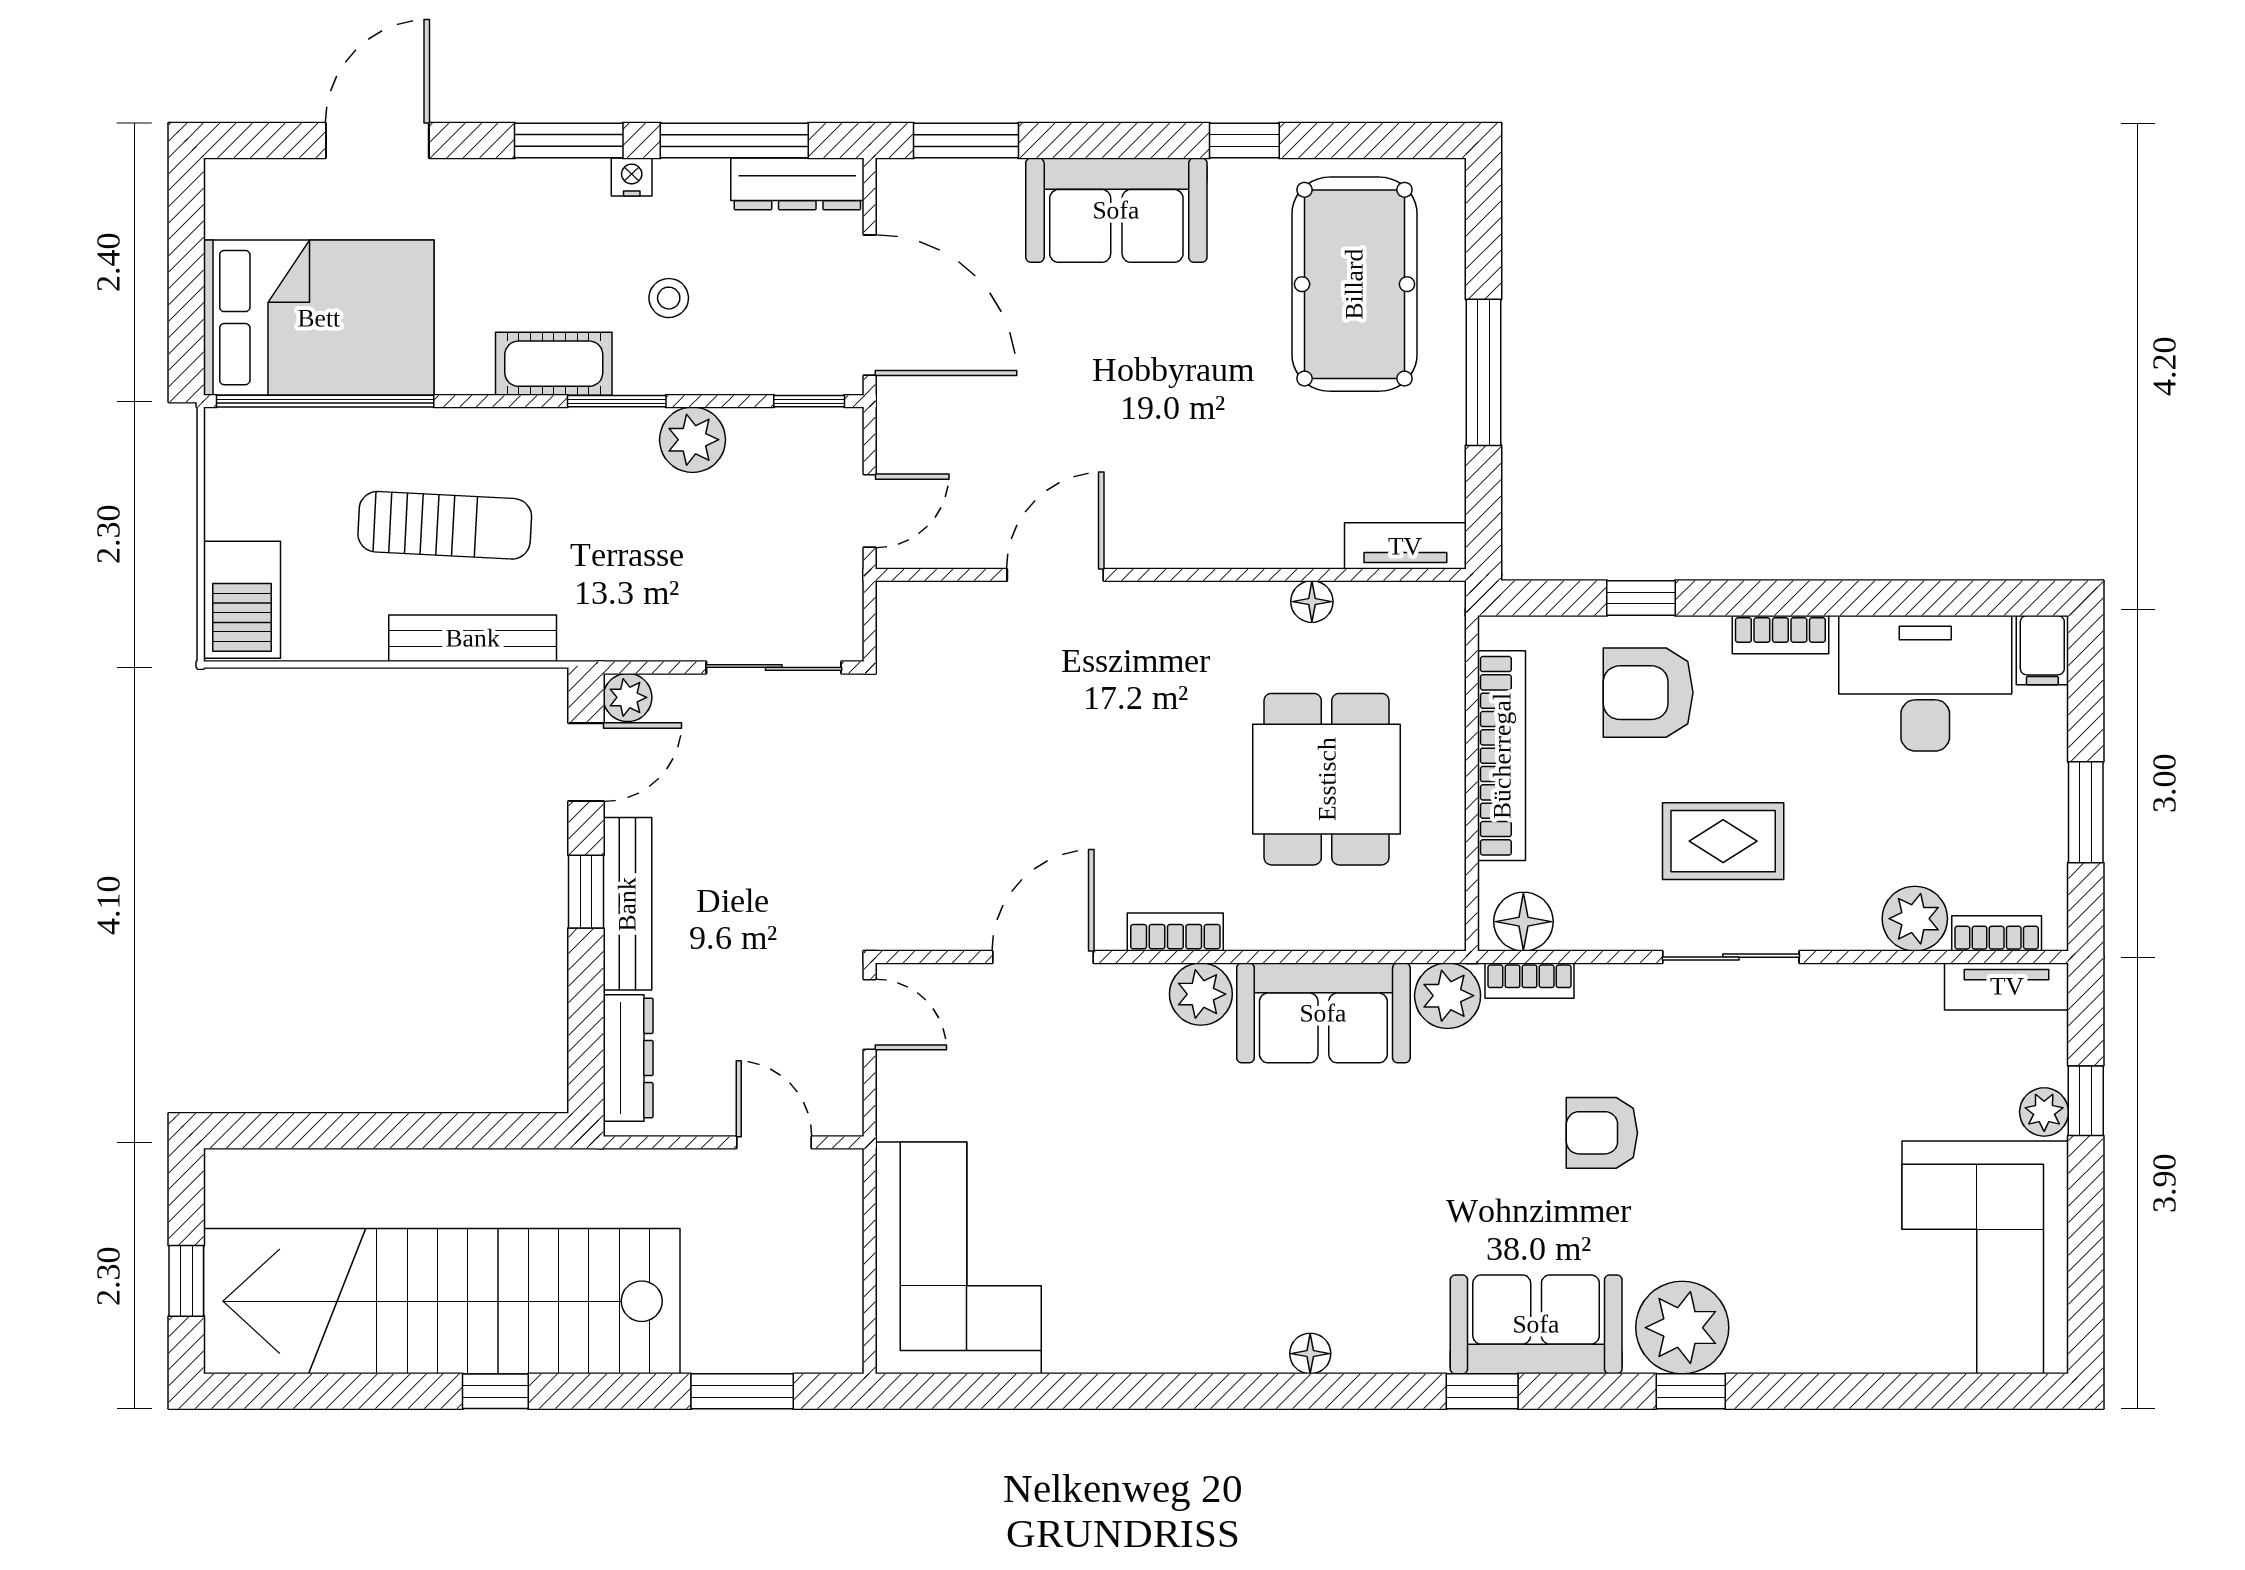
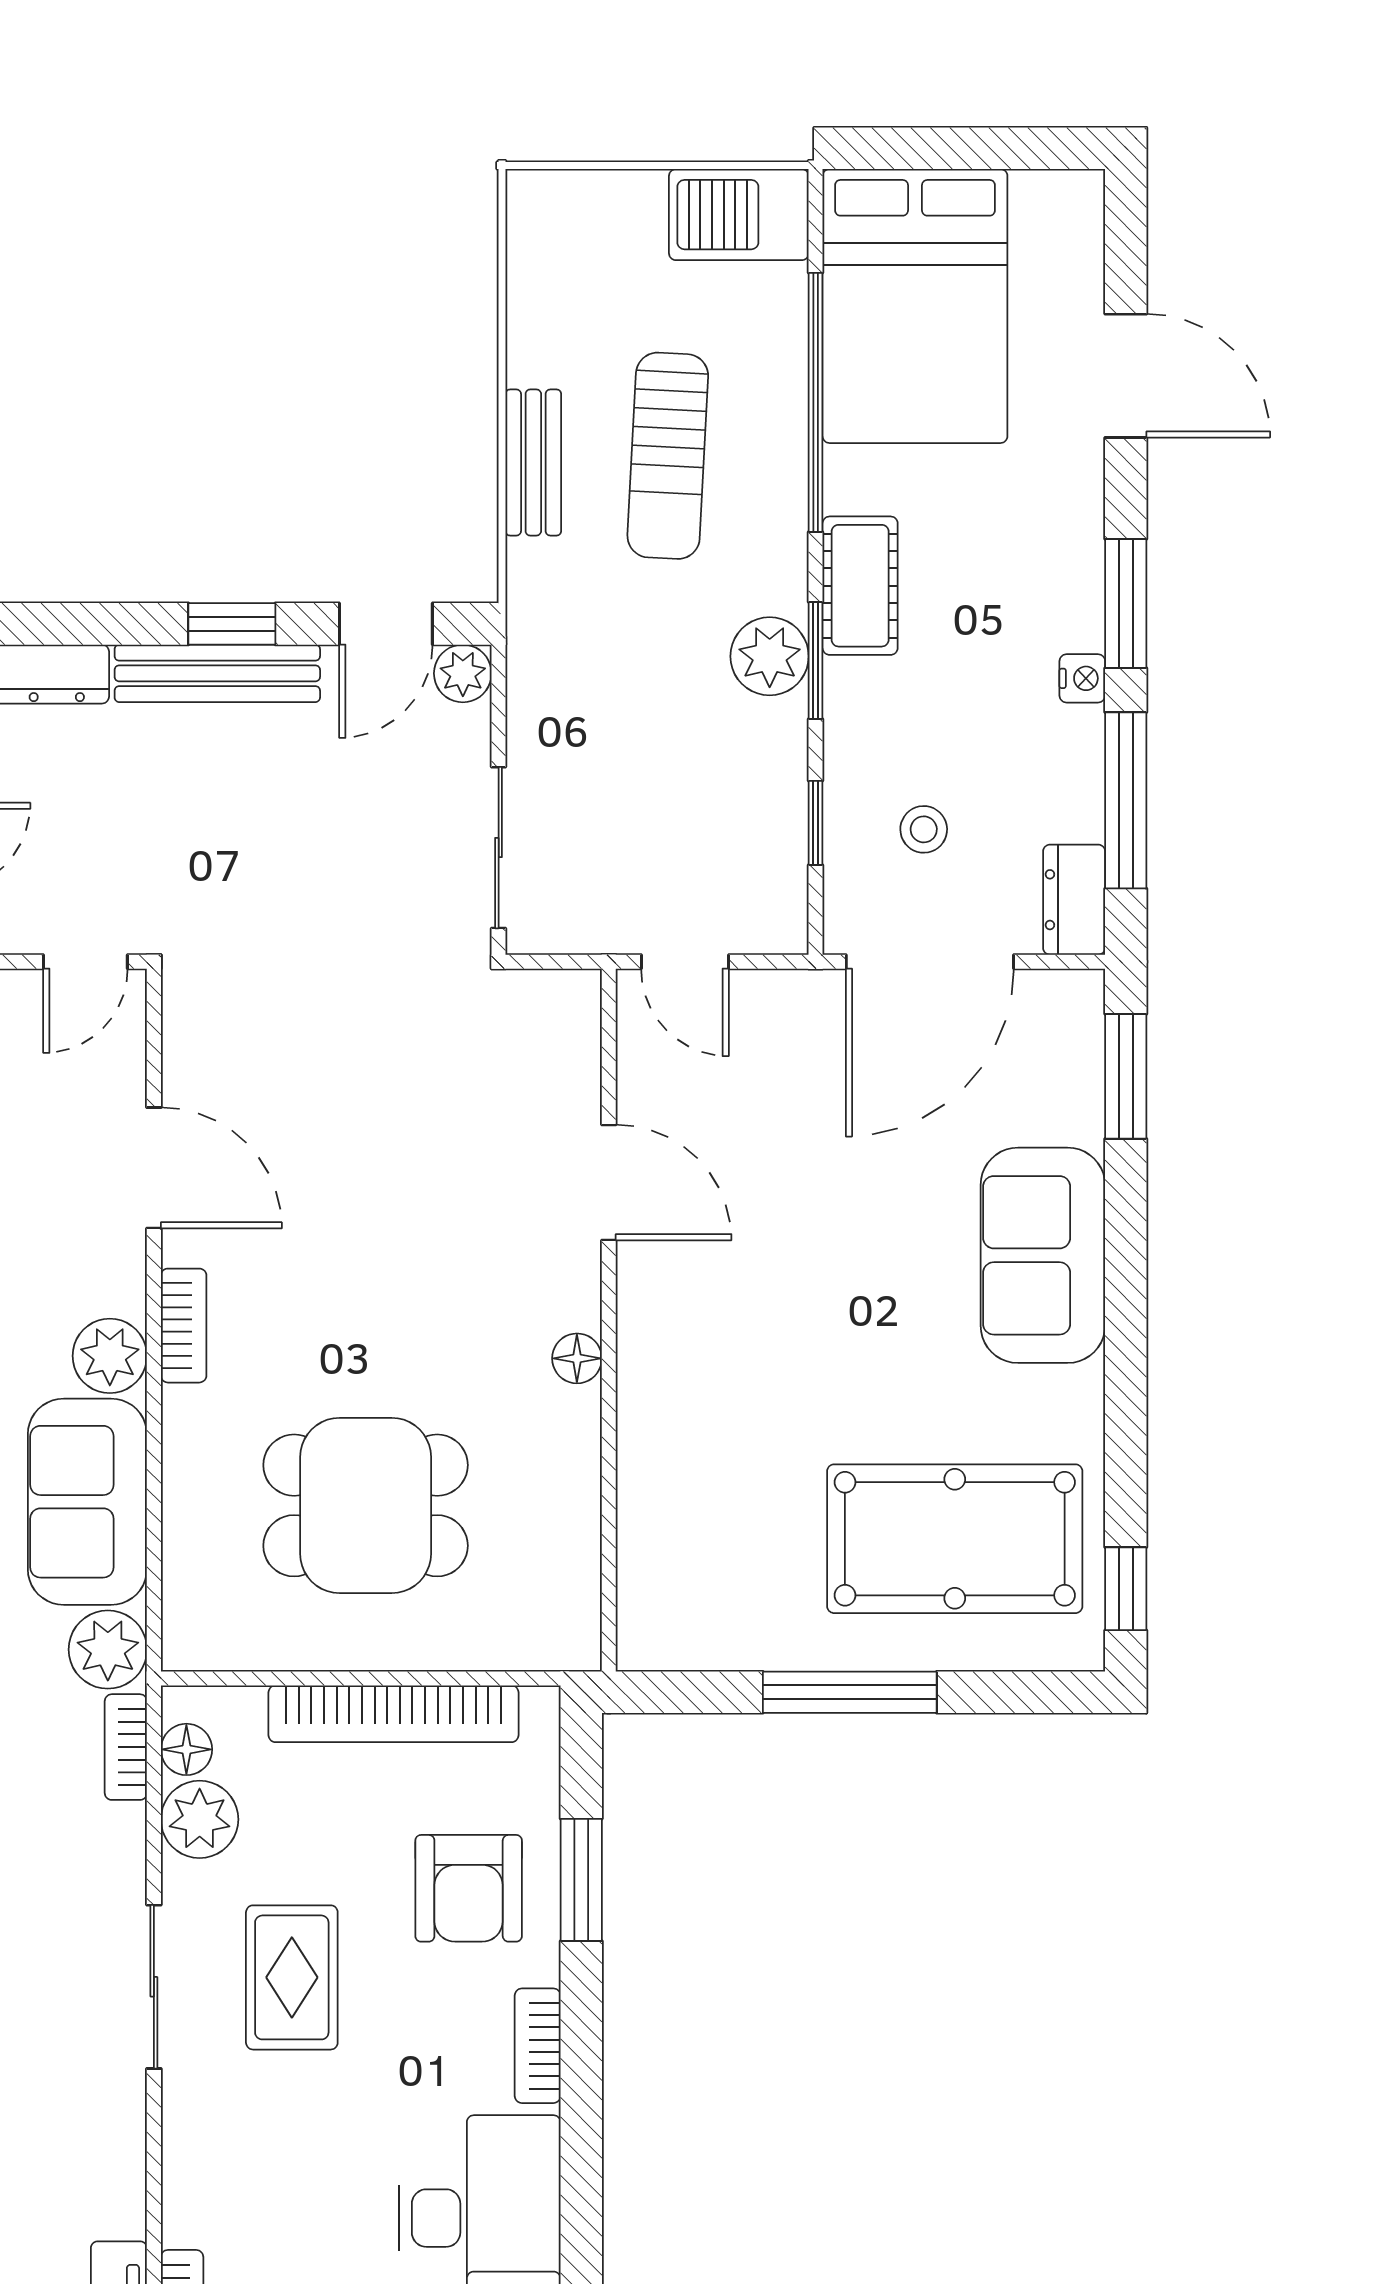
window: (1244, 140) -> (1126, 1589), moved
dresser: (797, 184) -> (1074, 900), width x0.70
stool: (669, 298) -> (924, 829), moved
window: (325, 401) -> (816, 402), moved
window: (809, 401) -> (816, 823), moved
plant: (693, 440) -> (770, 656), moved
tv unit: (1405, 546) -> (643, 1599), removed
window: (1641, 598) -> (581, 1880), width x1.50
barbecue: (242, 600) -> (739, 215), moved
floor lamp: (1312, 602) -> (577, 1358), moved
bench: (473, 638) -> (533, 463), width x0.73
armchair: (1648, 693) -> (469, 1888), turned 180
door: (586, 762) -> (386, 624), hinge flipped
plant: (1915, 919) -> (200, 1819), moved
floor lamp: (1523, 922) -> (186, 1749), width x0.73, depth x0.73

